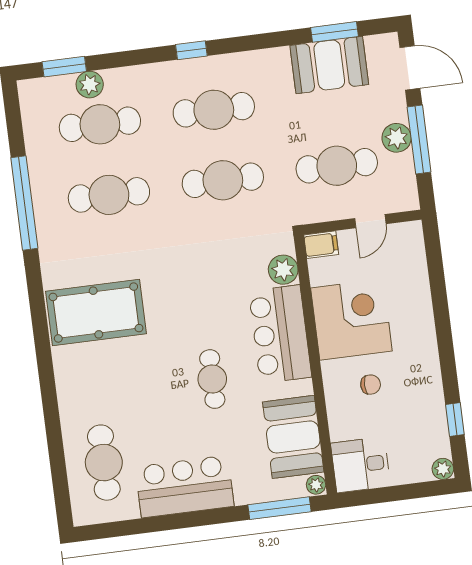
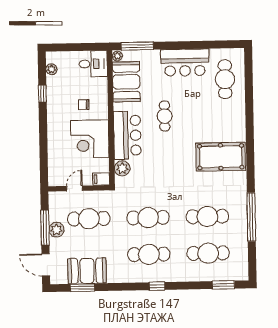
plant: (90, 85) -> (211, 274), removed
window: (455, 419) -> (42, 94), moved
plant: (443, 469) -> (51, 69), moved

